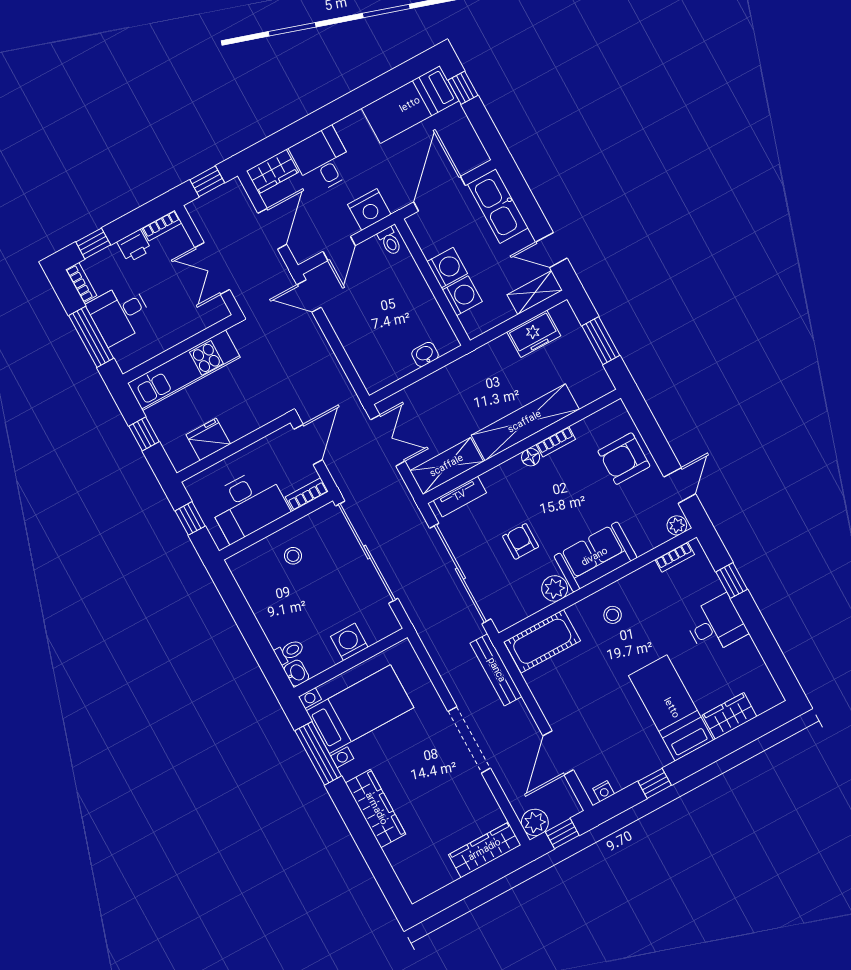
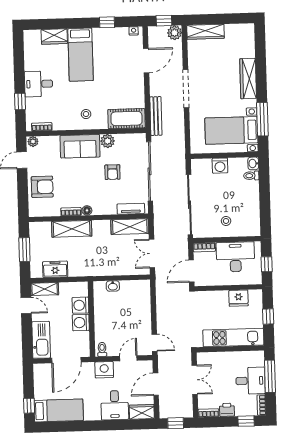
shelving: (525, 422) -> (72, 229), width x0.68

